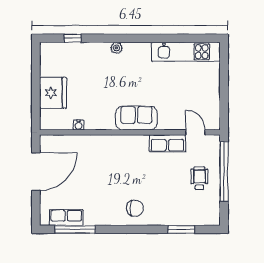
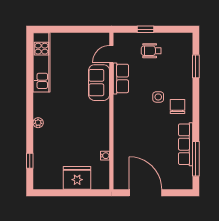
sofa: (136, 118) -> (99, 83), moved
window: (224, 171) -> (145, 29), width x0.32
side table: (146, 186) -> (158, 97), added
row of seats: (66, 218) -> (186, 144), moved, width x1.48

